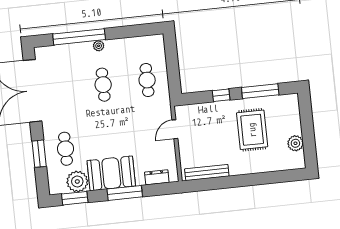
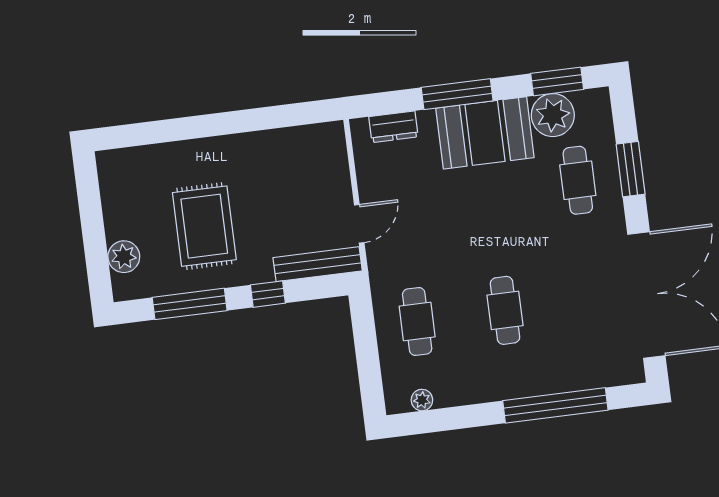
plant: (99, 46) -> (422, 400), moved
plant: (295, 143) -> (124, 257), moved
bench: (207, 173) -> (318, 264), moved

